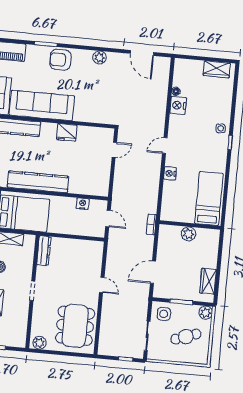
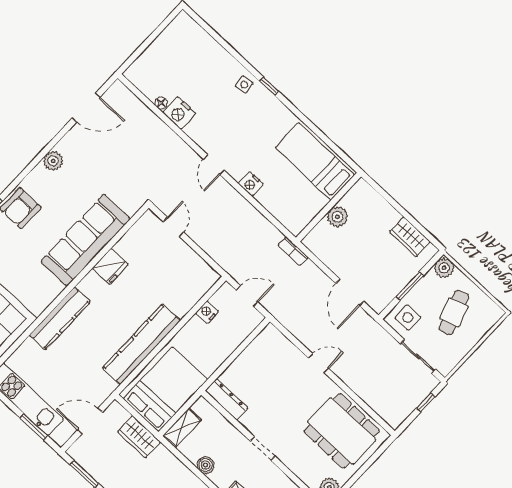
wardrobe: (217, 69) -> (172, 36), removed
sofa: (42, 105) -> (85, 240), moved

